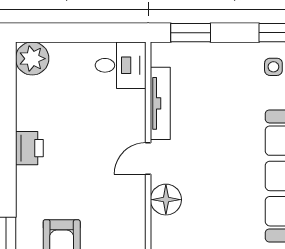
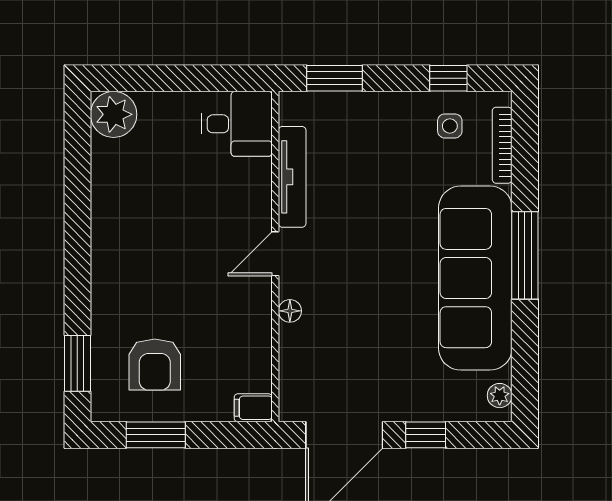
printer: (29, 148) -> (110, 239), removed
floor lamp: (166, 200) -> (290, 311), width x0.53, depth x0.53

